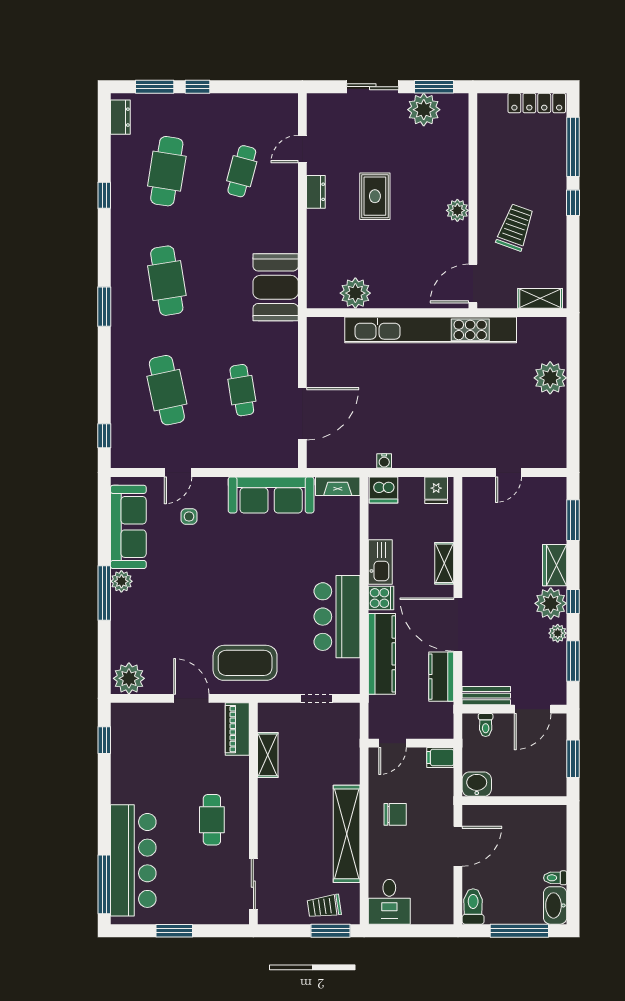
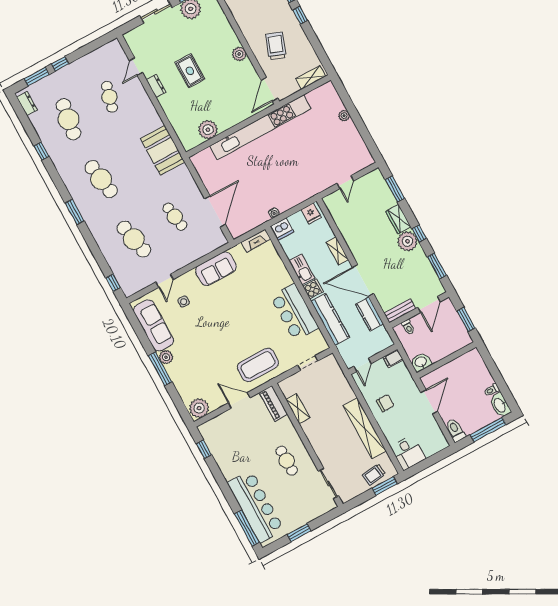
plant: (550, 378) -> (344, 116), width x0.53, depth x0.53
sofa: (271, 495) -> (216, 269), width x0.73
plant: (558, 633) -> (420, 255), removed

